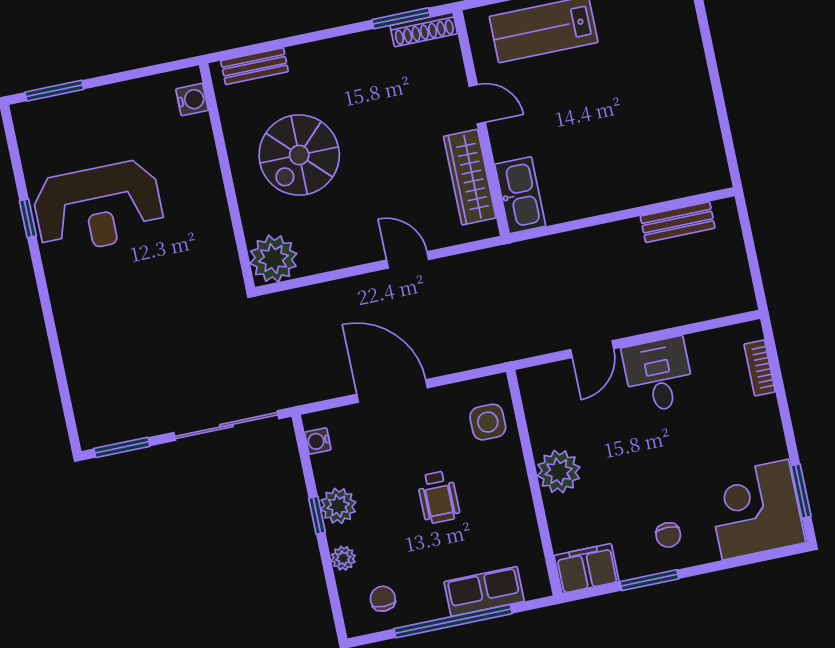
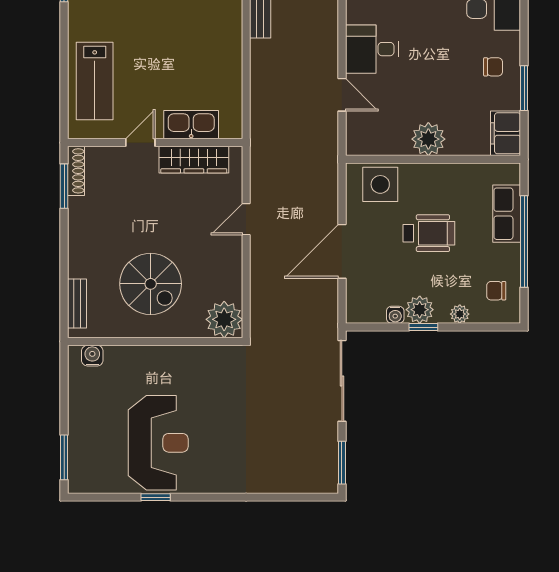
kitchen sink: (520, 195) -> (191, 125), moved
side table: (488, 422) -> (380, 184), width x1.37, depth x1.37
water cooler: (318, 441) -> (395, 315), moved
wheelchair: (438, 497) -> (429, 233), width x1.36, depth x1.37

